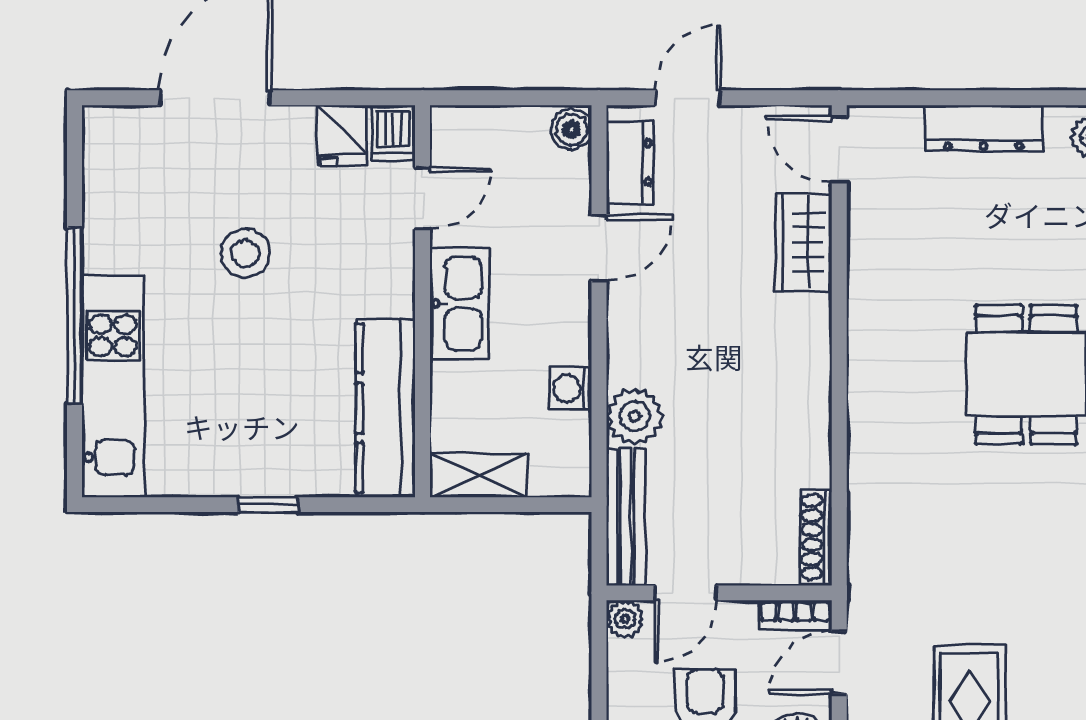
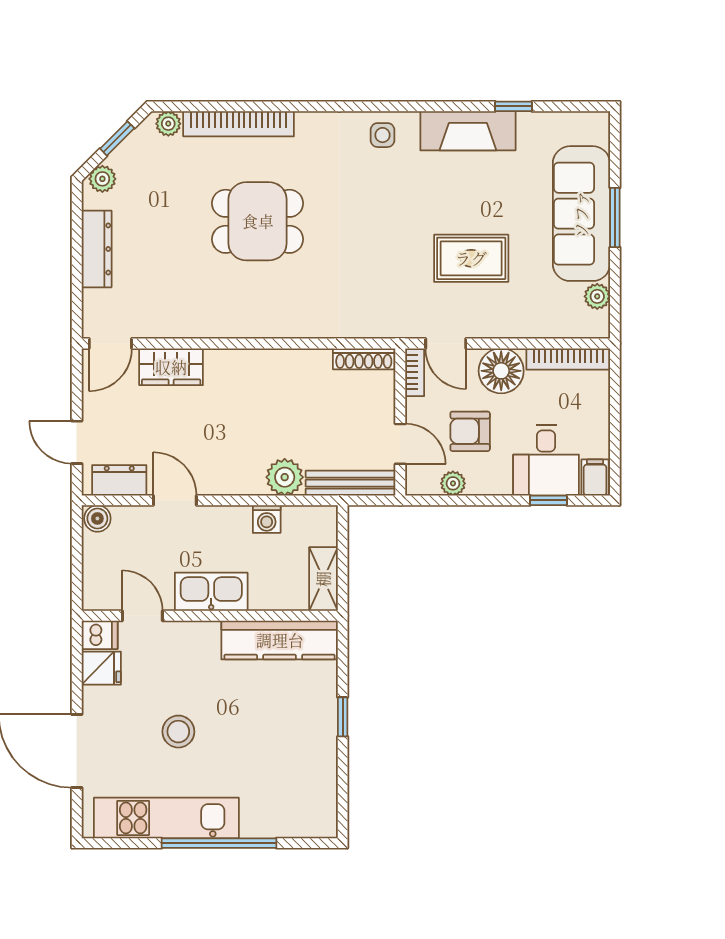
kitchen unit: (113, 386) -> (166, 818), moved
plant: (625, 619) -> (453, 483), moved

